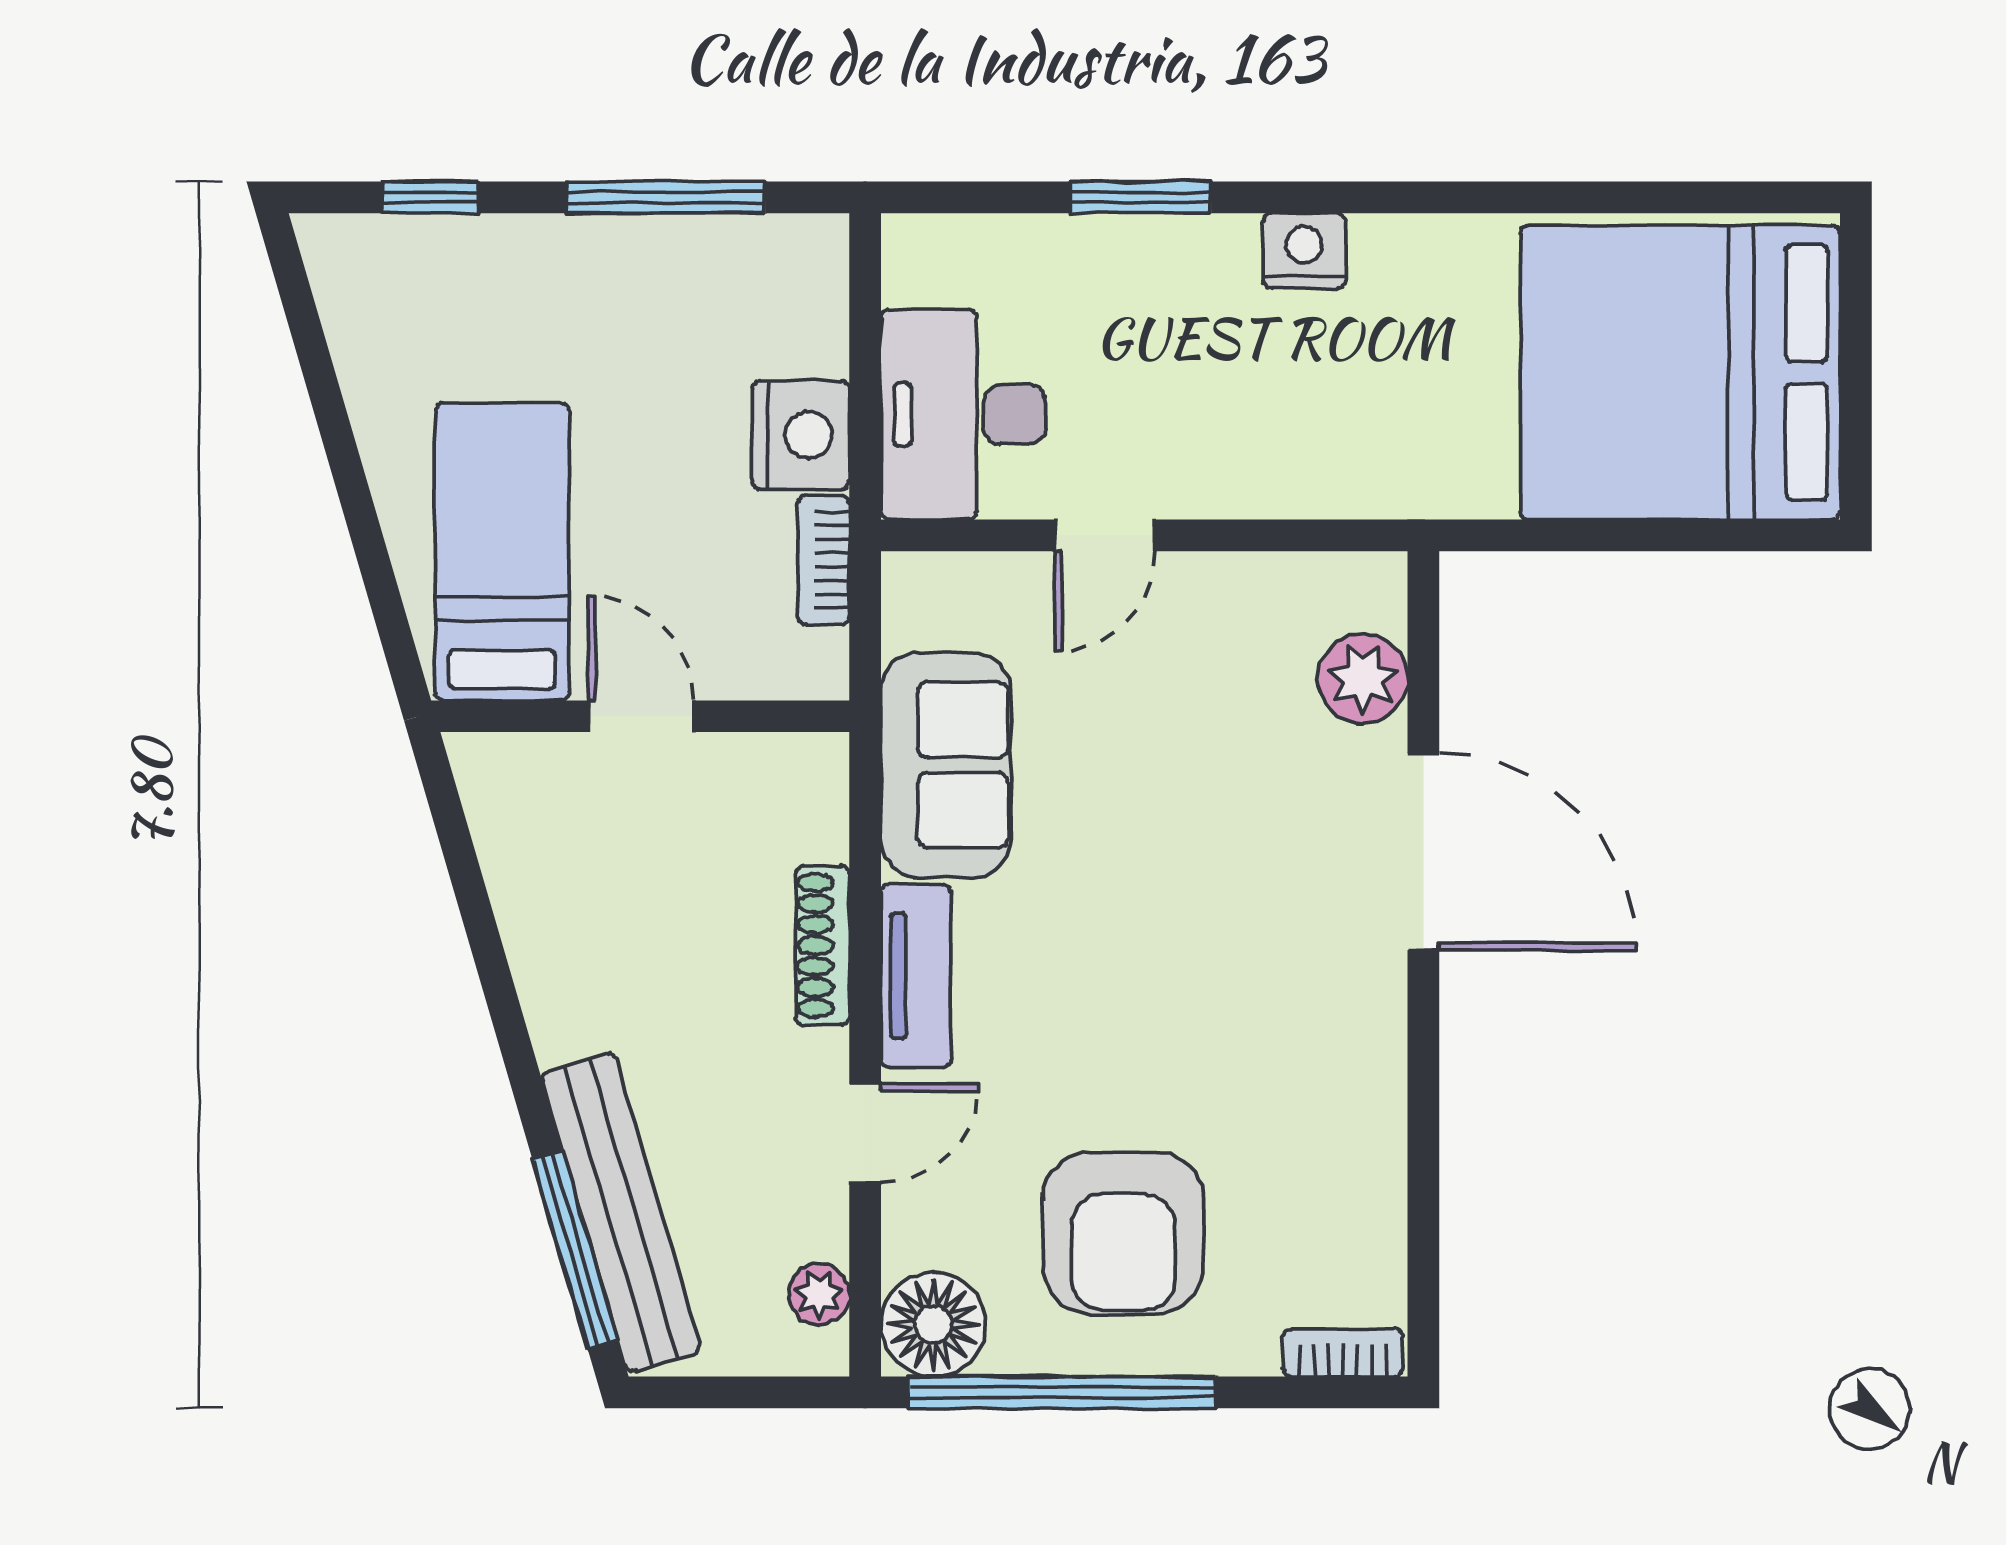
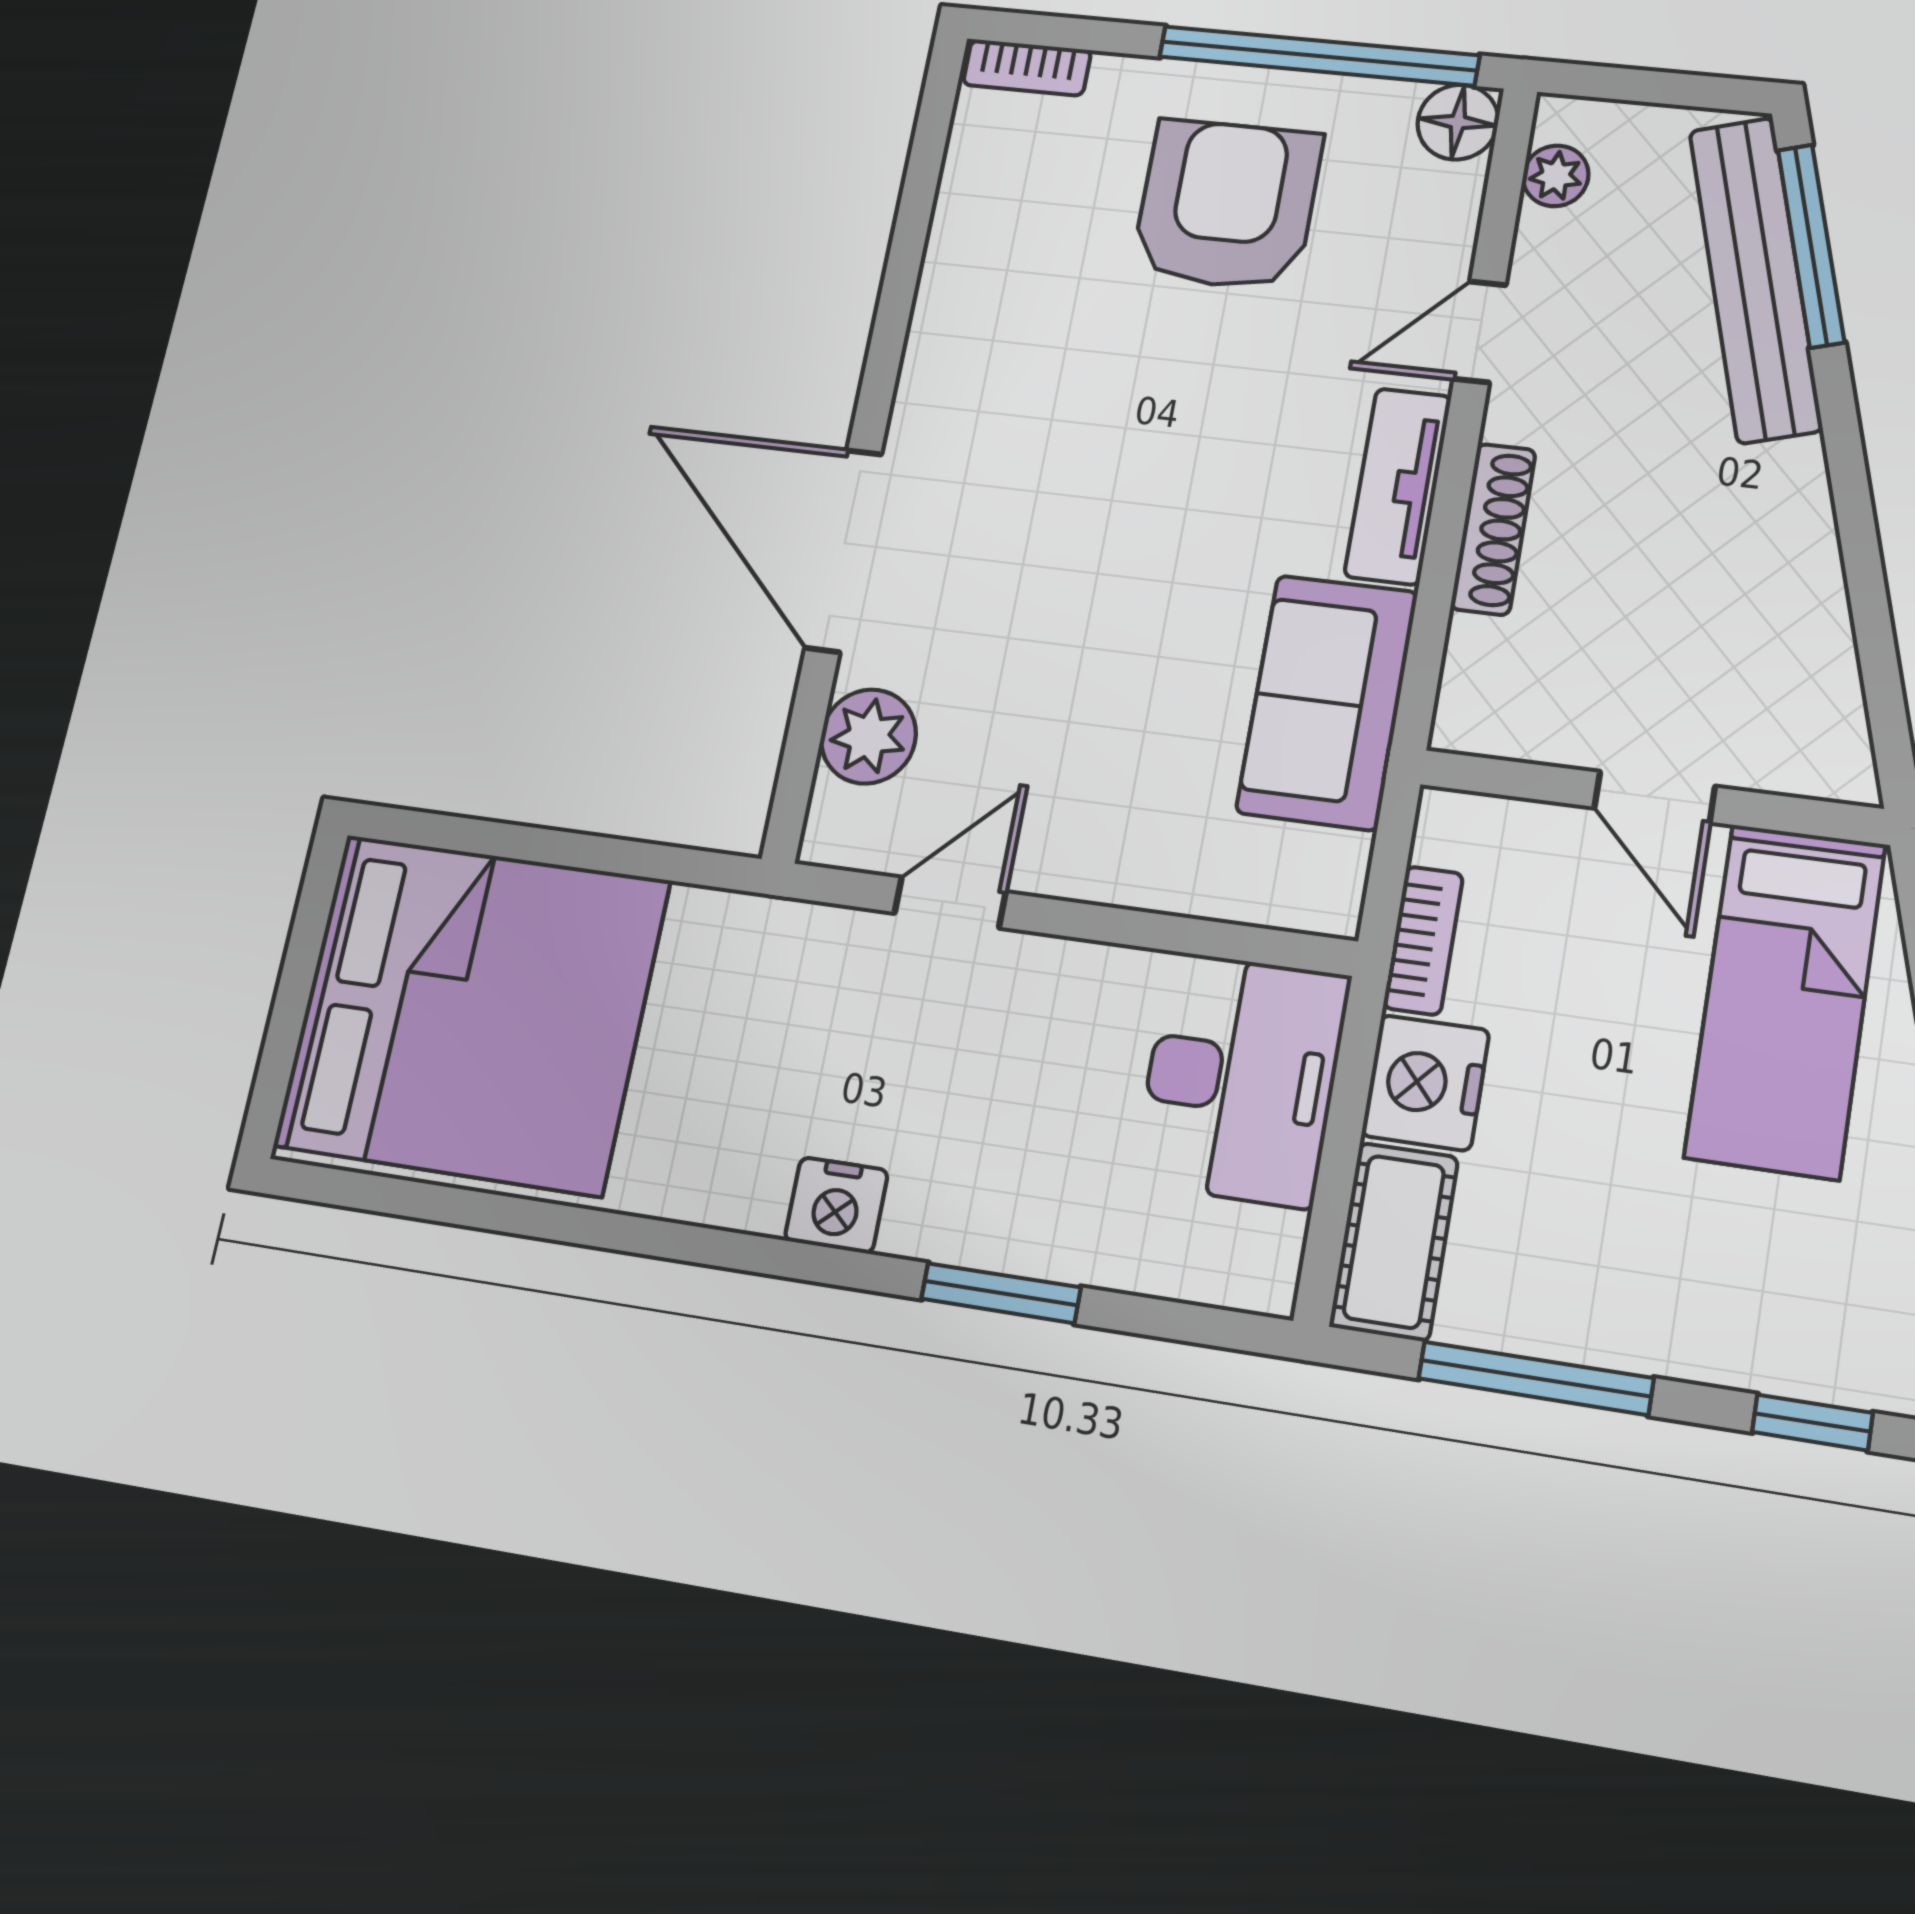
cot: (805, 294) -> (1394, 1242), added
door: (1105, 535) -> (950, 902), moved
floor lamp: (933, 1324) -> (1458, 122), width x0.73, depth x0.73

